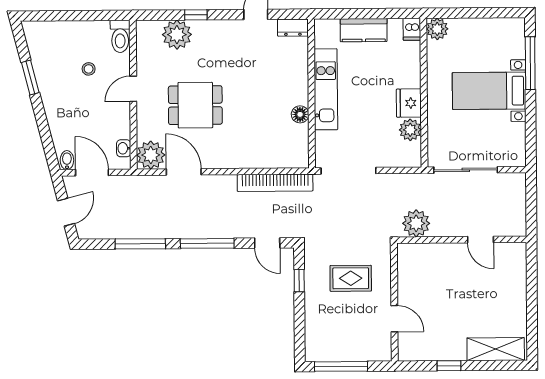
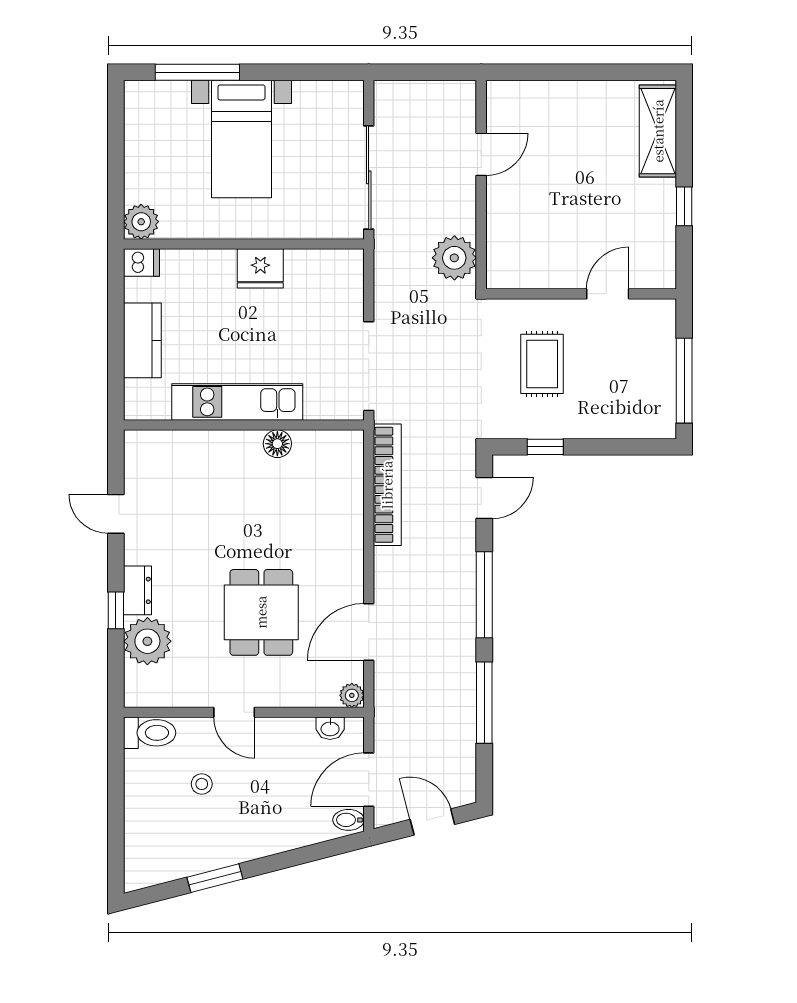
dresser: (293, 28) -> (137, 590), moved
plant: (410, 130) -> (303, 266), removed
plant: (151, 155) -> (352, 695), width x0.53, depth x0.53

